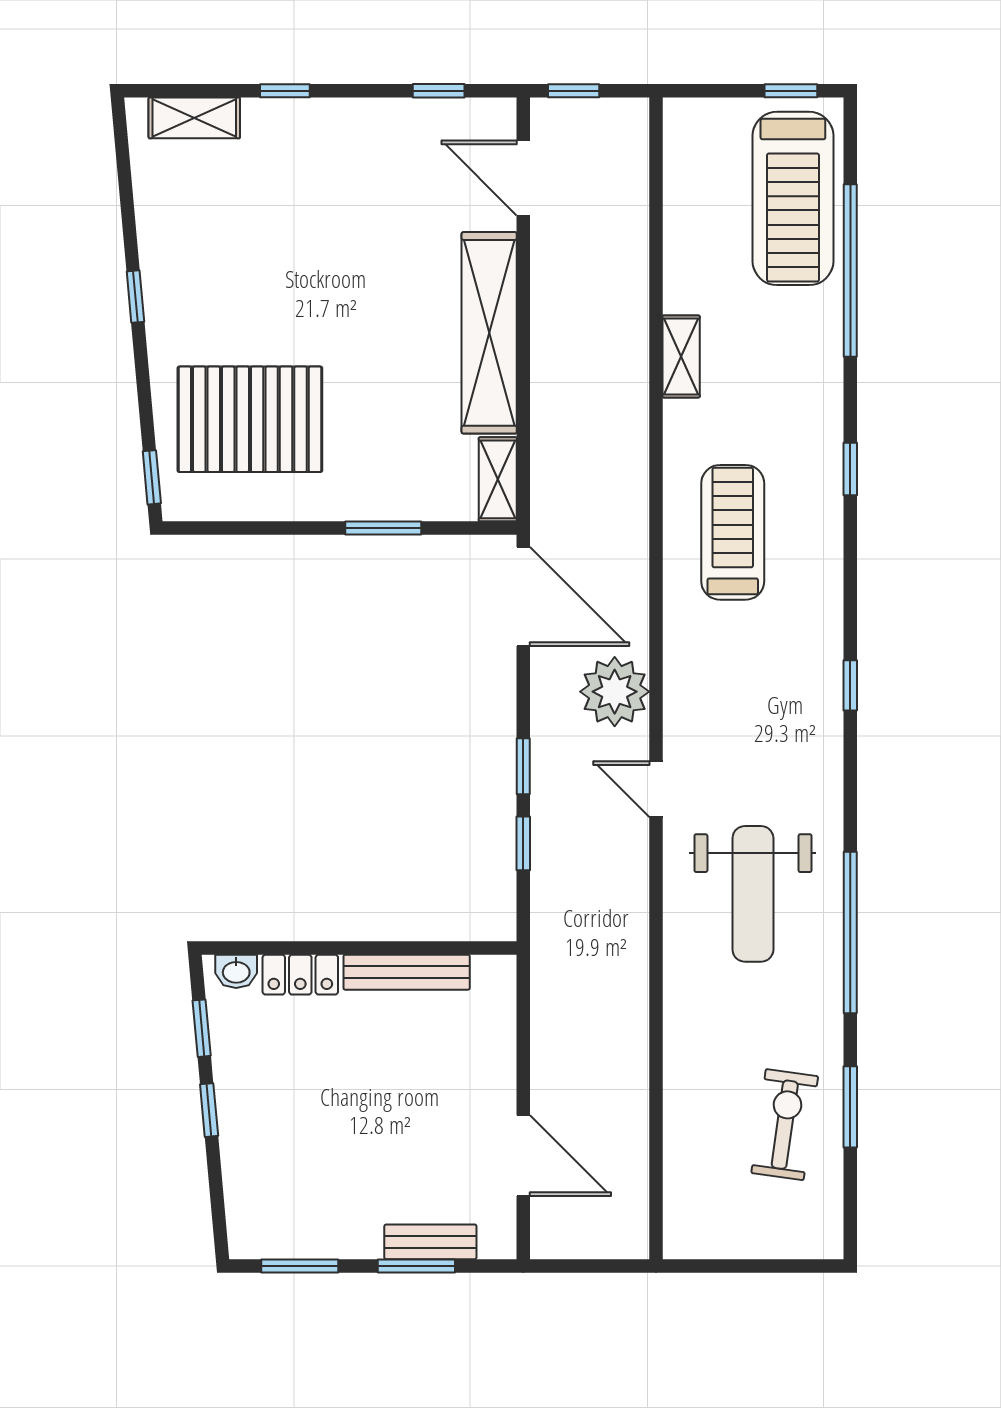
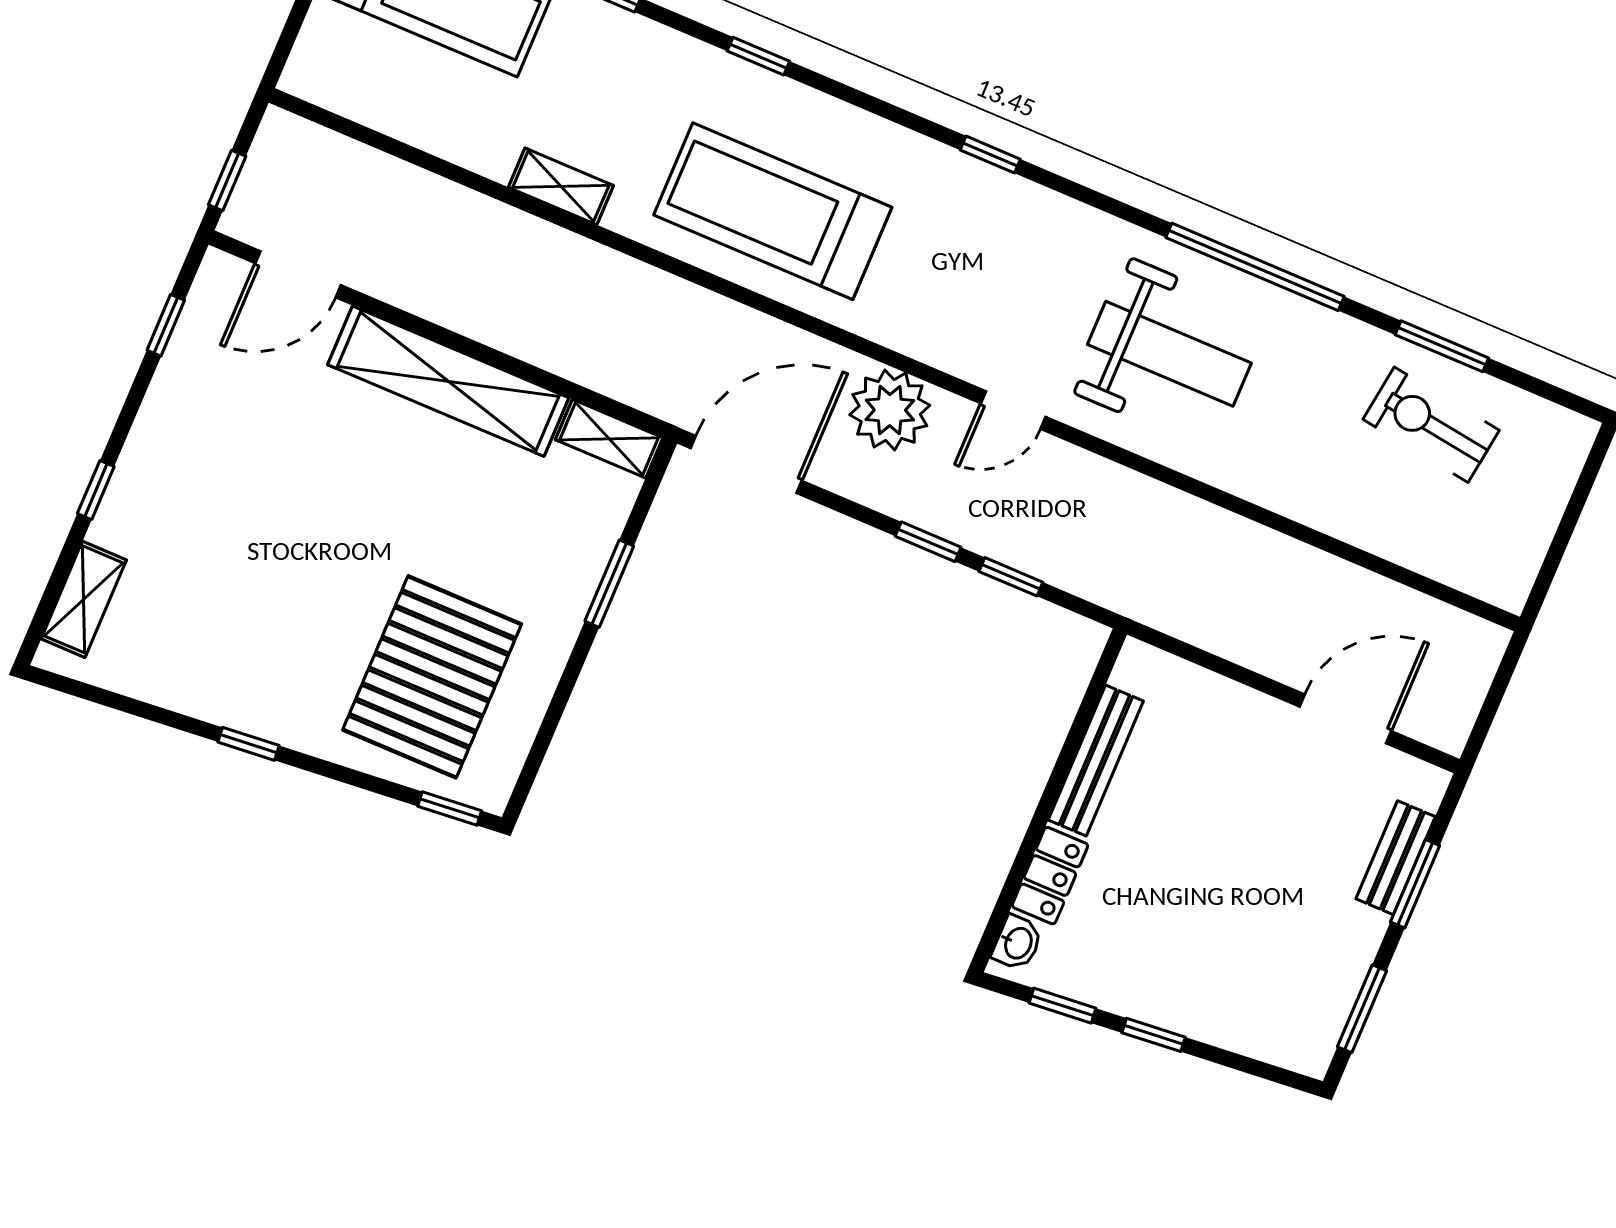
treadmill: (733, 532) -> (773, 211), width x1.37, depth x1.38

